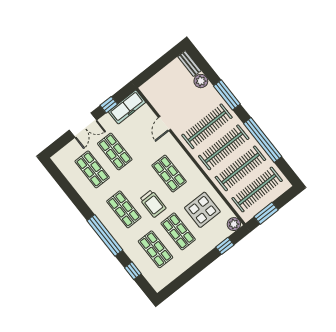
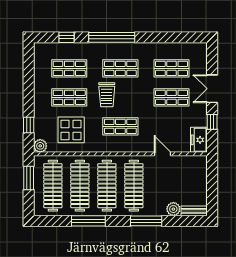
freezer: (127, 107) -> (199, 140), width x0.71
window: (263, 140) -> (88, 221), width x0.68
trolley: (153, 204) -> (107, 95), turned -90

